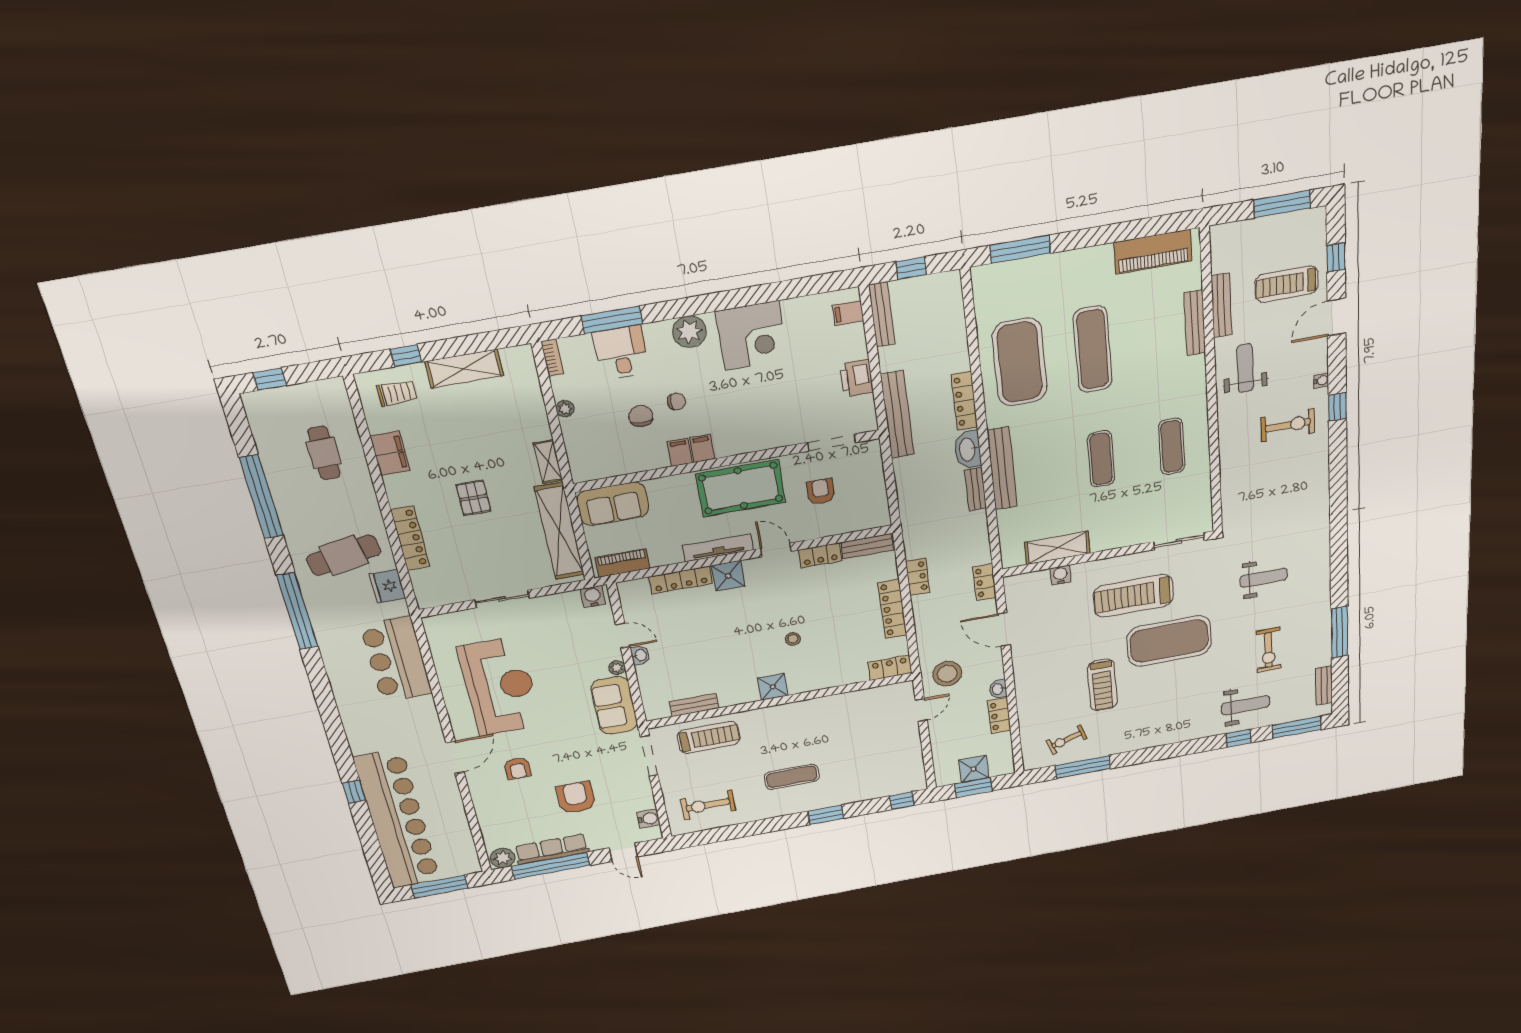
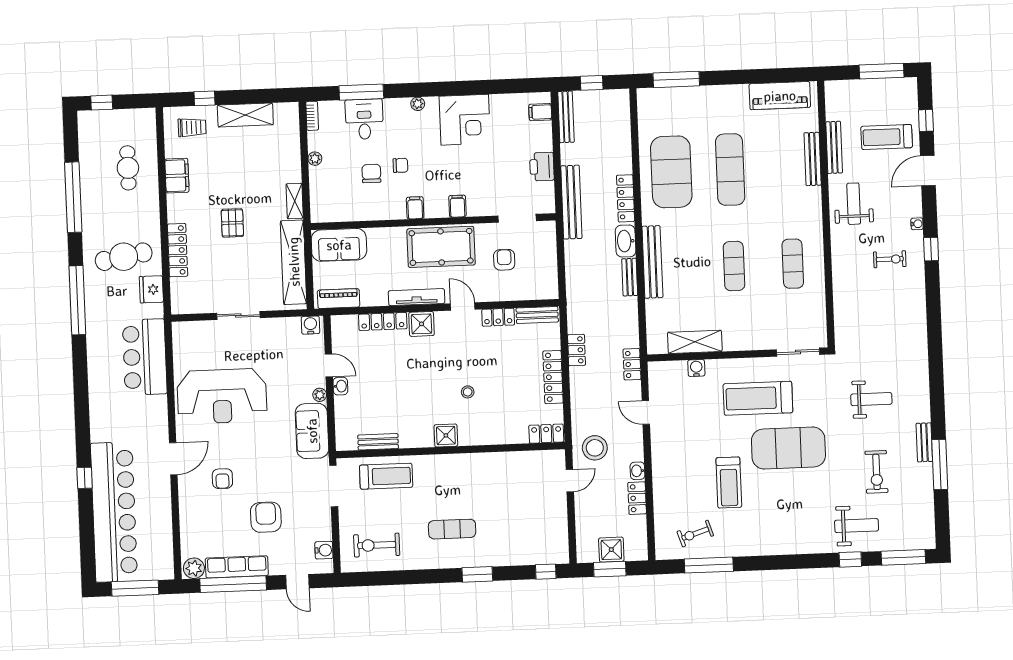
plant: (689, 332) -> (418, 104), width x0.53, depth x0.53
exercise bike: (1288, 425) -> (890, 259), width x0.73, depth x0.72
filing cabinet: (680, 452) -> (457, 206), moved
door: (1004, 629) -> (646, 412), width x0.73
bench: (1324, 685) -> (924, 442), moved
reception desk: (500, 686) -> (222, 396), turned 90

